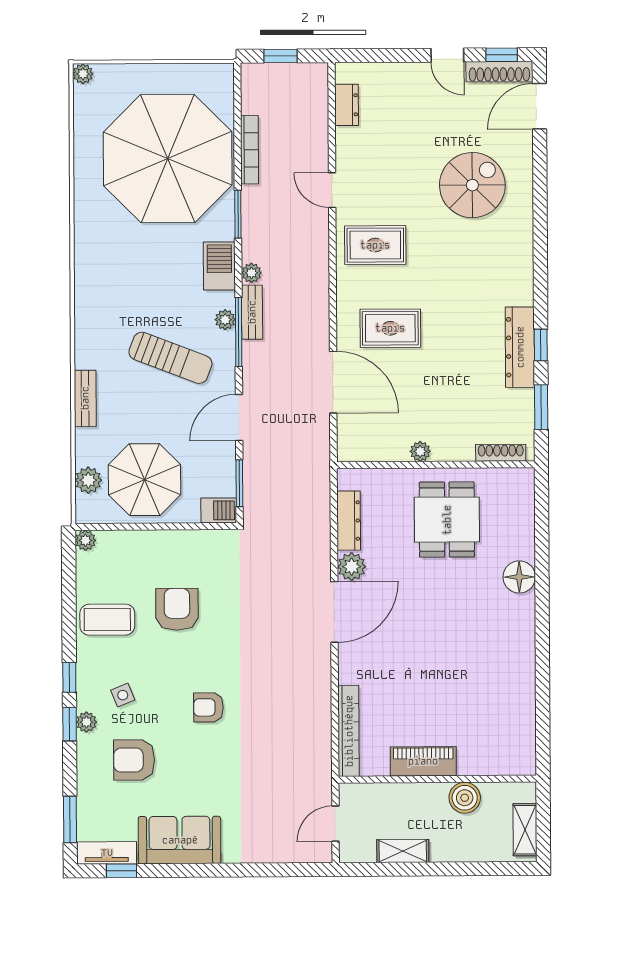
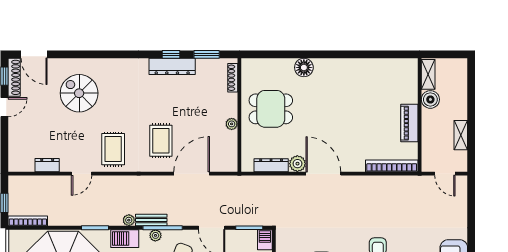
dresser: (347, 105) -> (47, 165), moved
bookcase: (250, 150) -> (28, 221), moved
shelving: (525, 830) -> (428, 74), moved, turned 90

